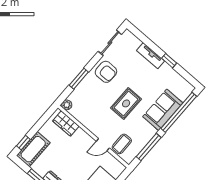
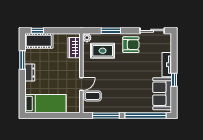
armchair: (106, 72) -> (131, 45), turned -90
rug: (126, 103) -> (103, 51), moved
sofa: (163, 110) -> (162, 94), moved, turned -90
door: (103, 145) -> (81, 84), swing flipped

